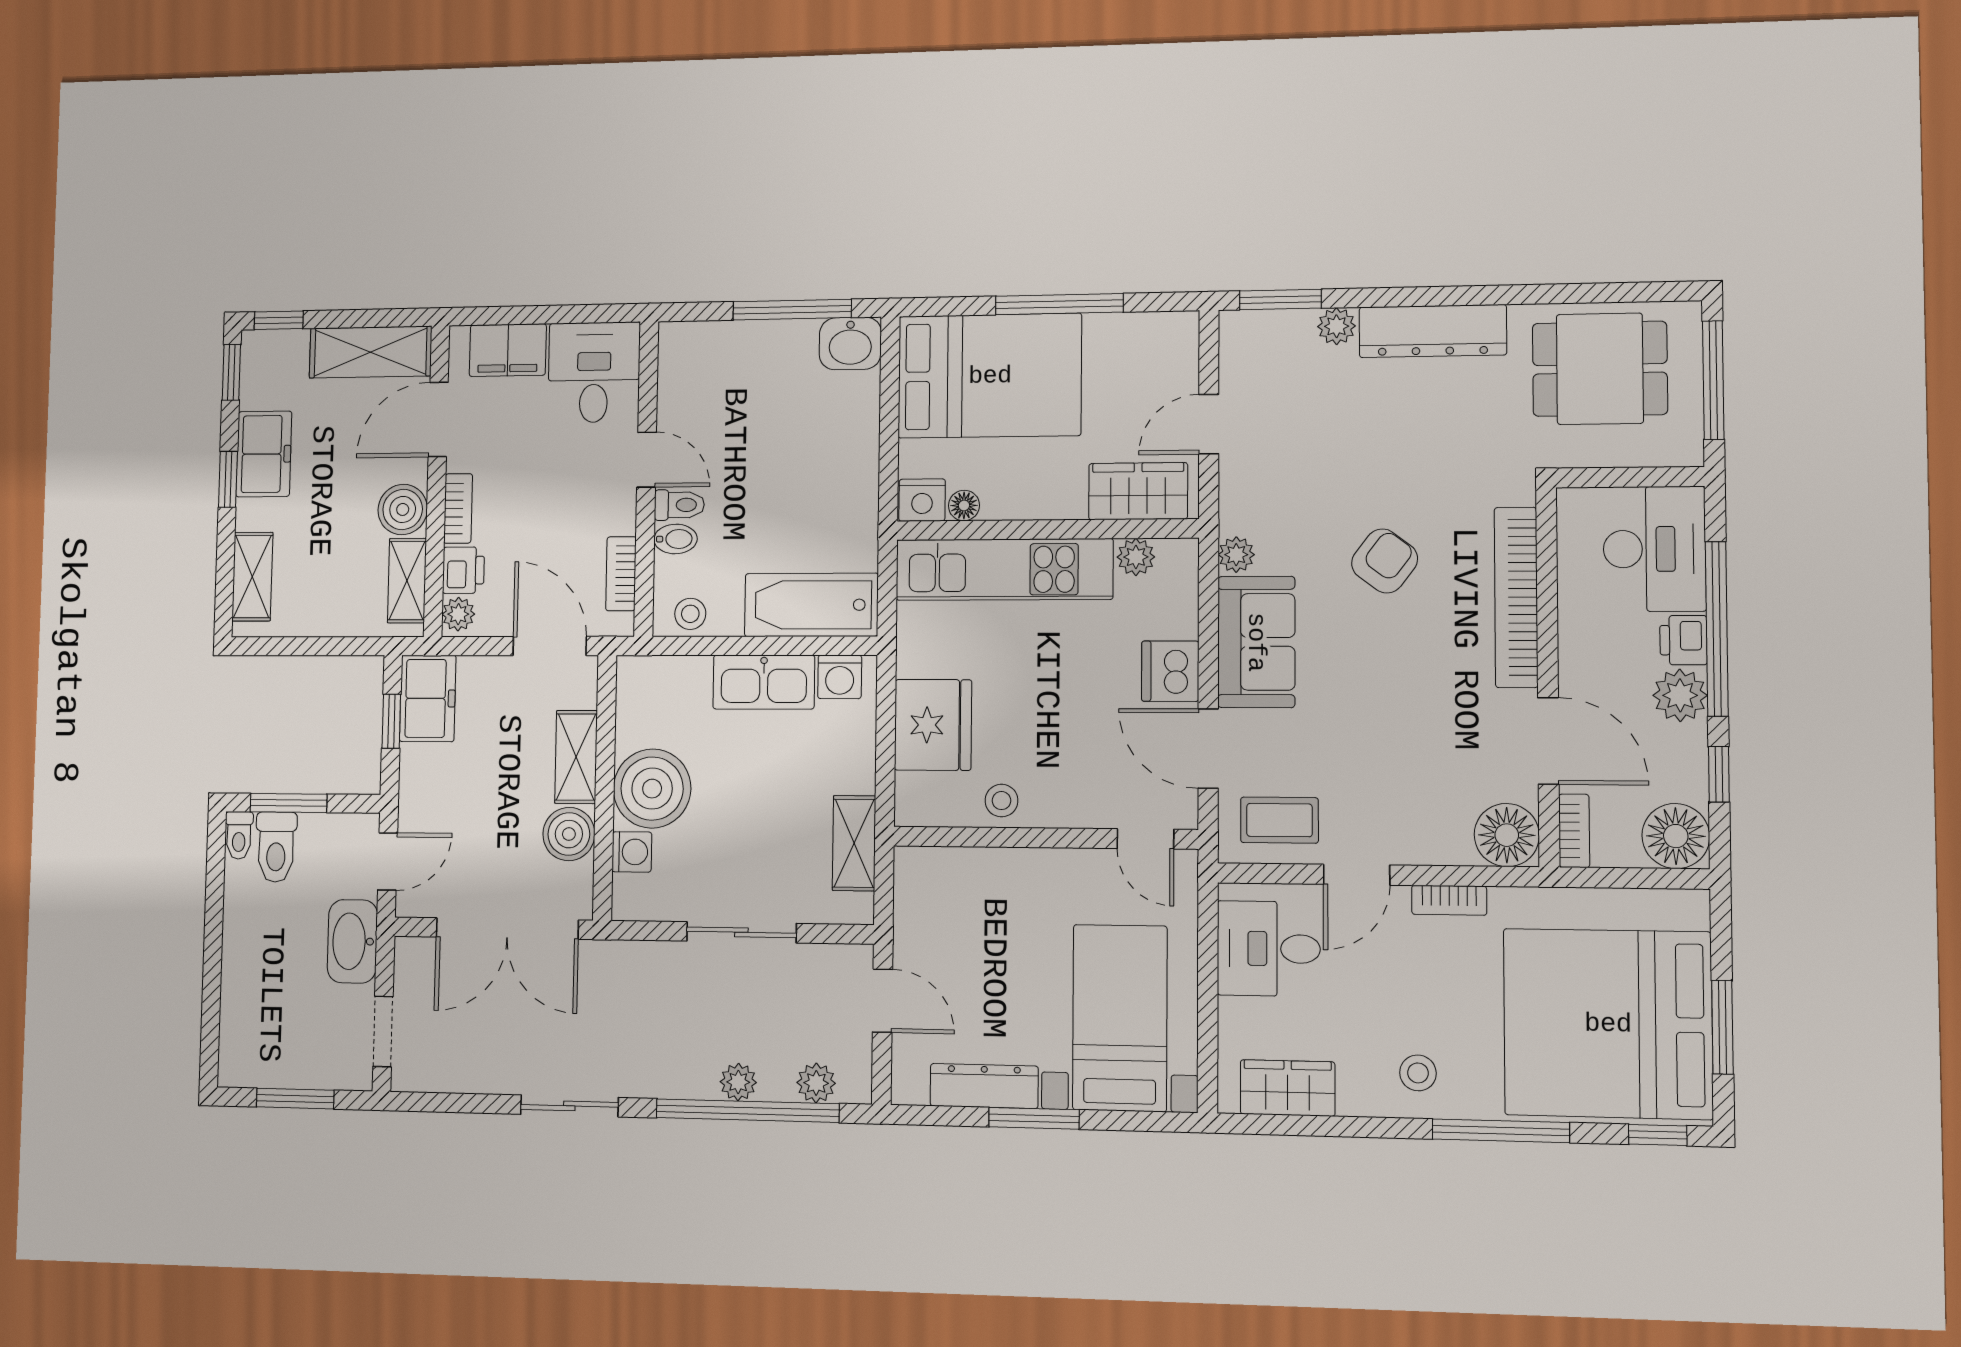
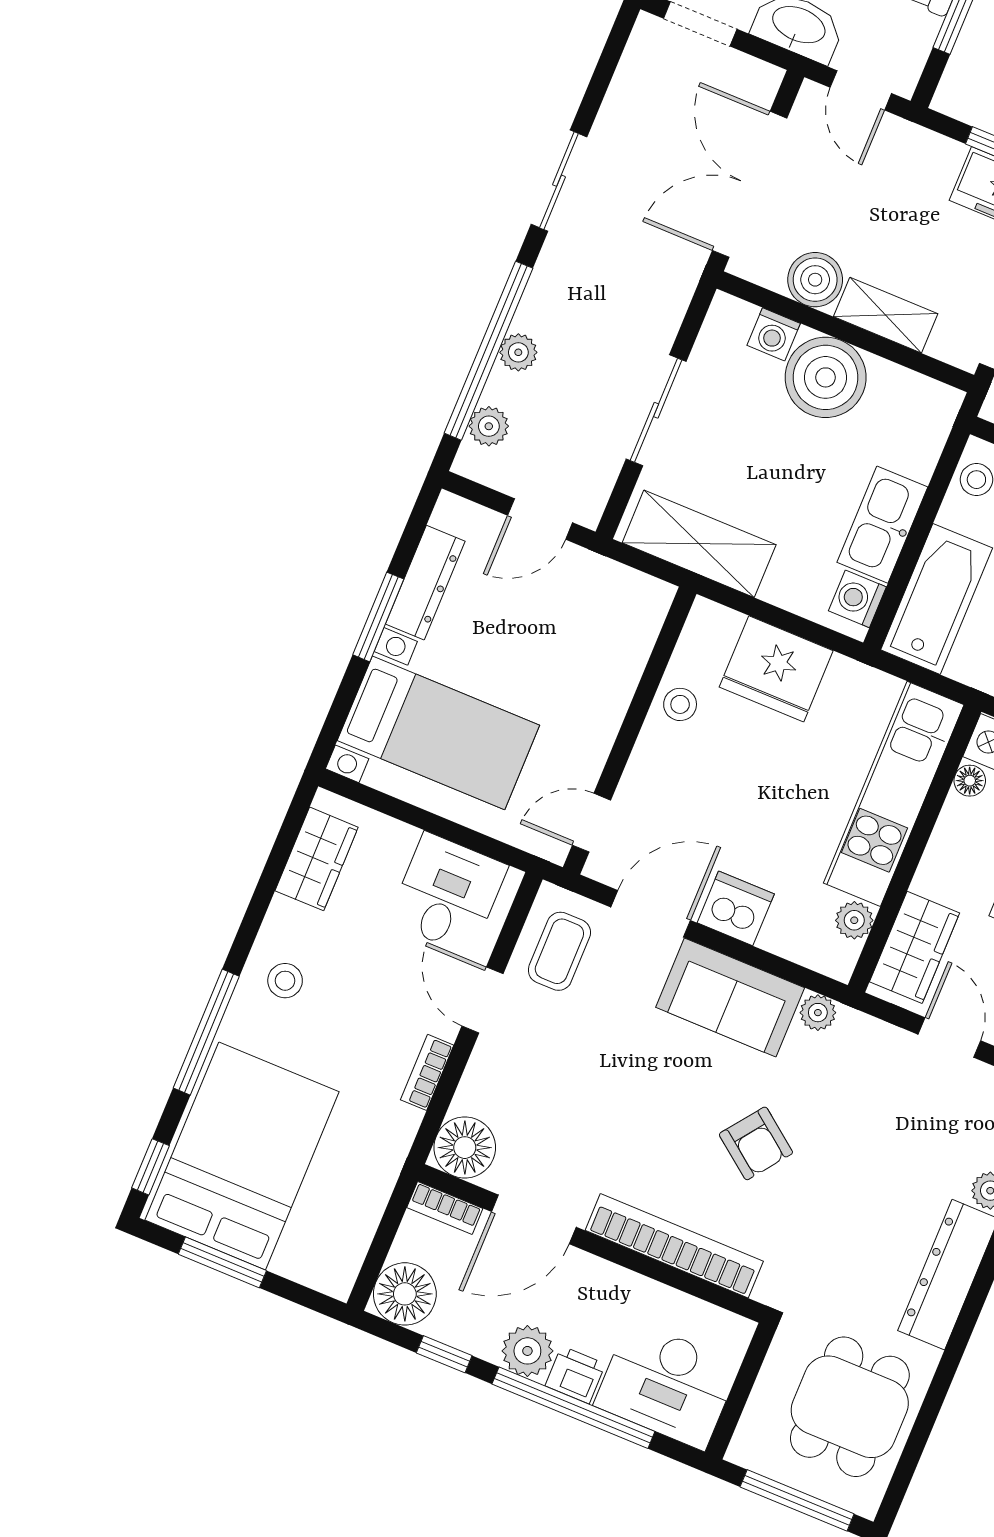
shelving: (854, 843) -> (699, 544), width x1.50, depth x1.33
bed: (1608, 1024) -> (242, 1156), width x0.73

